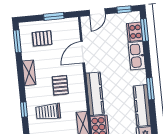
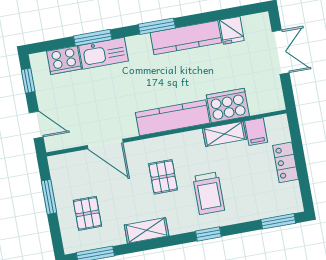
window: (145, 30) -> (93, 38), moved
pallet: (60, 85) -> (163, 177), turned 90

